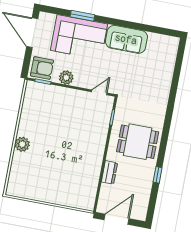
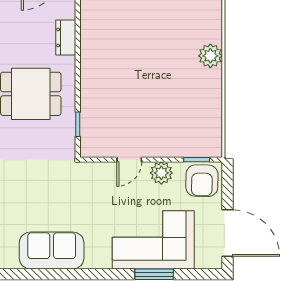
sofa: (126, 39) -> (52, 251), moved
armchair: (42, 68) -> (202, 181), turned -89
door: (99, 92) -> (129, 160), moved

